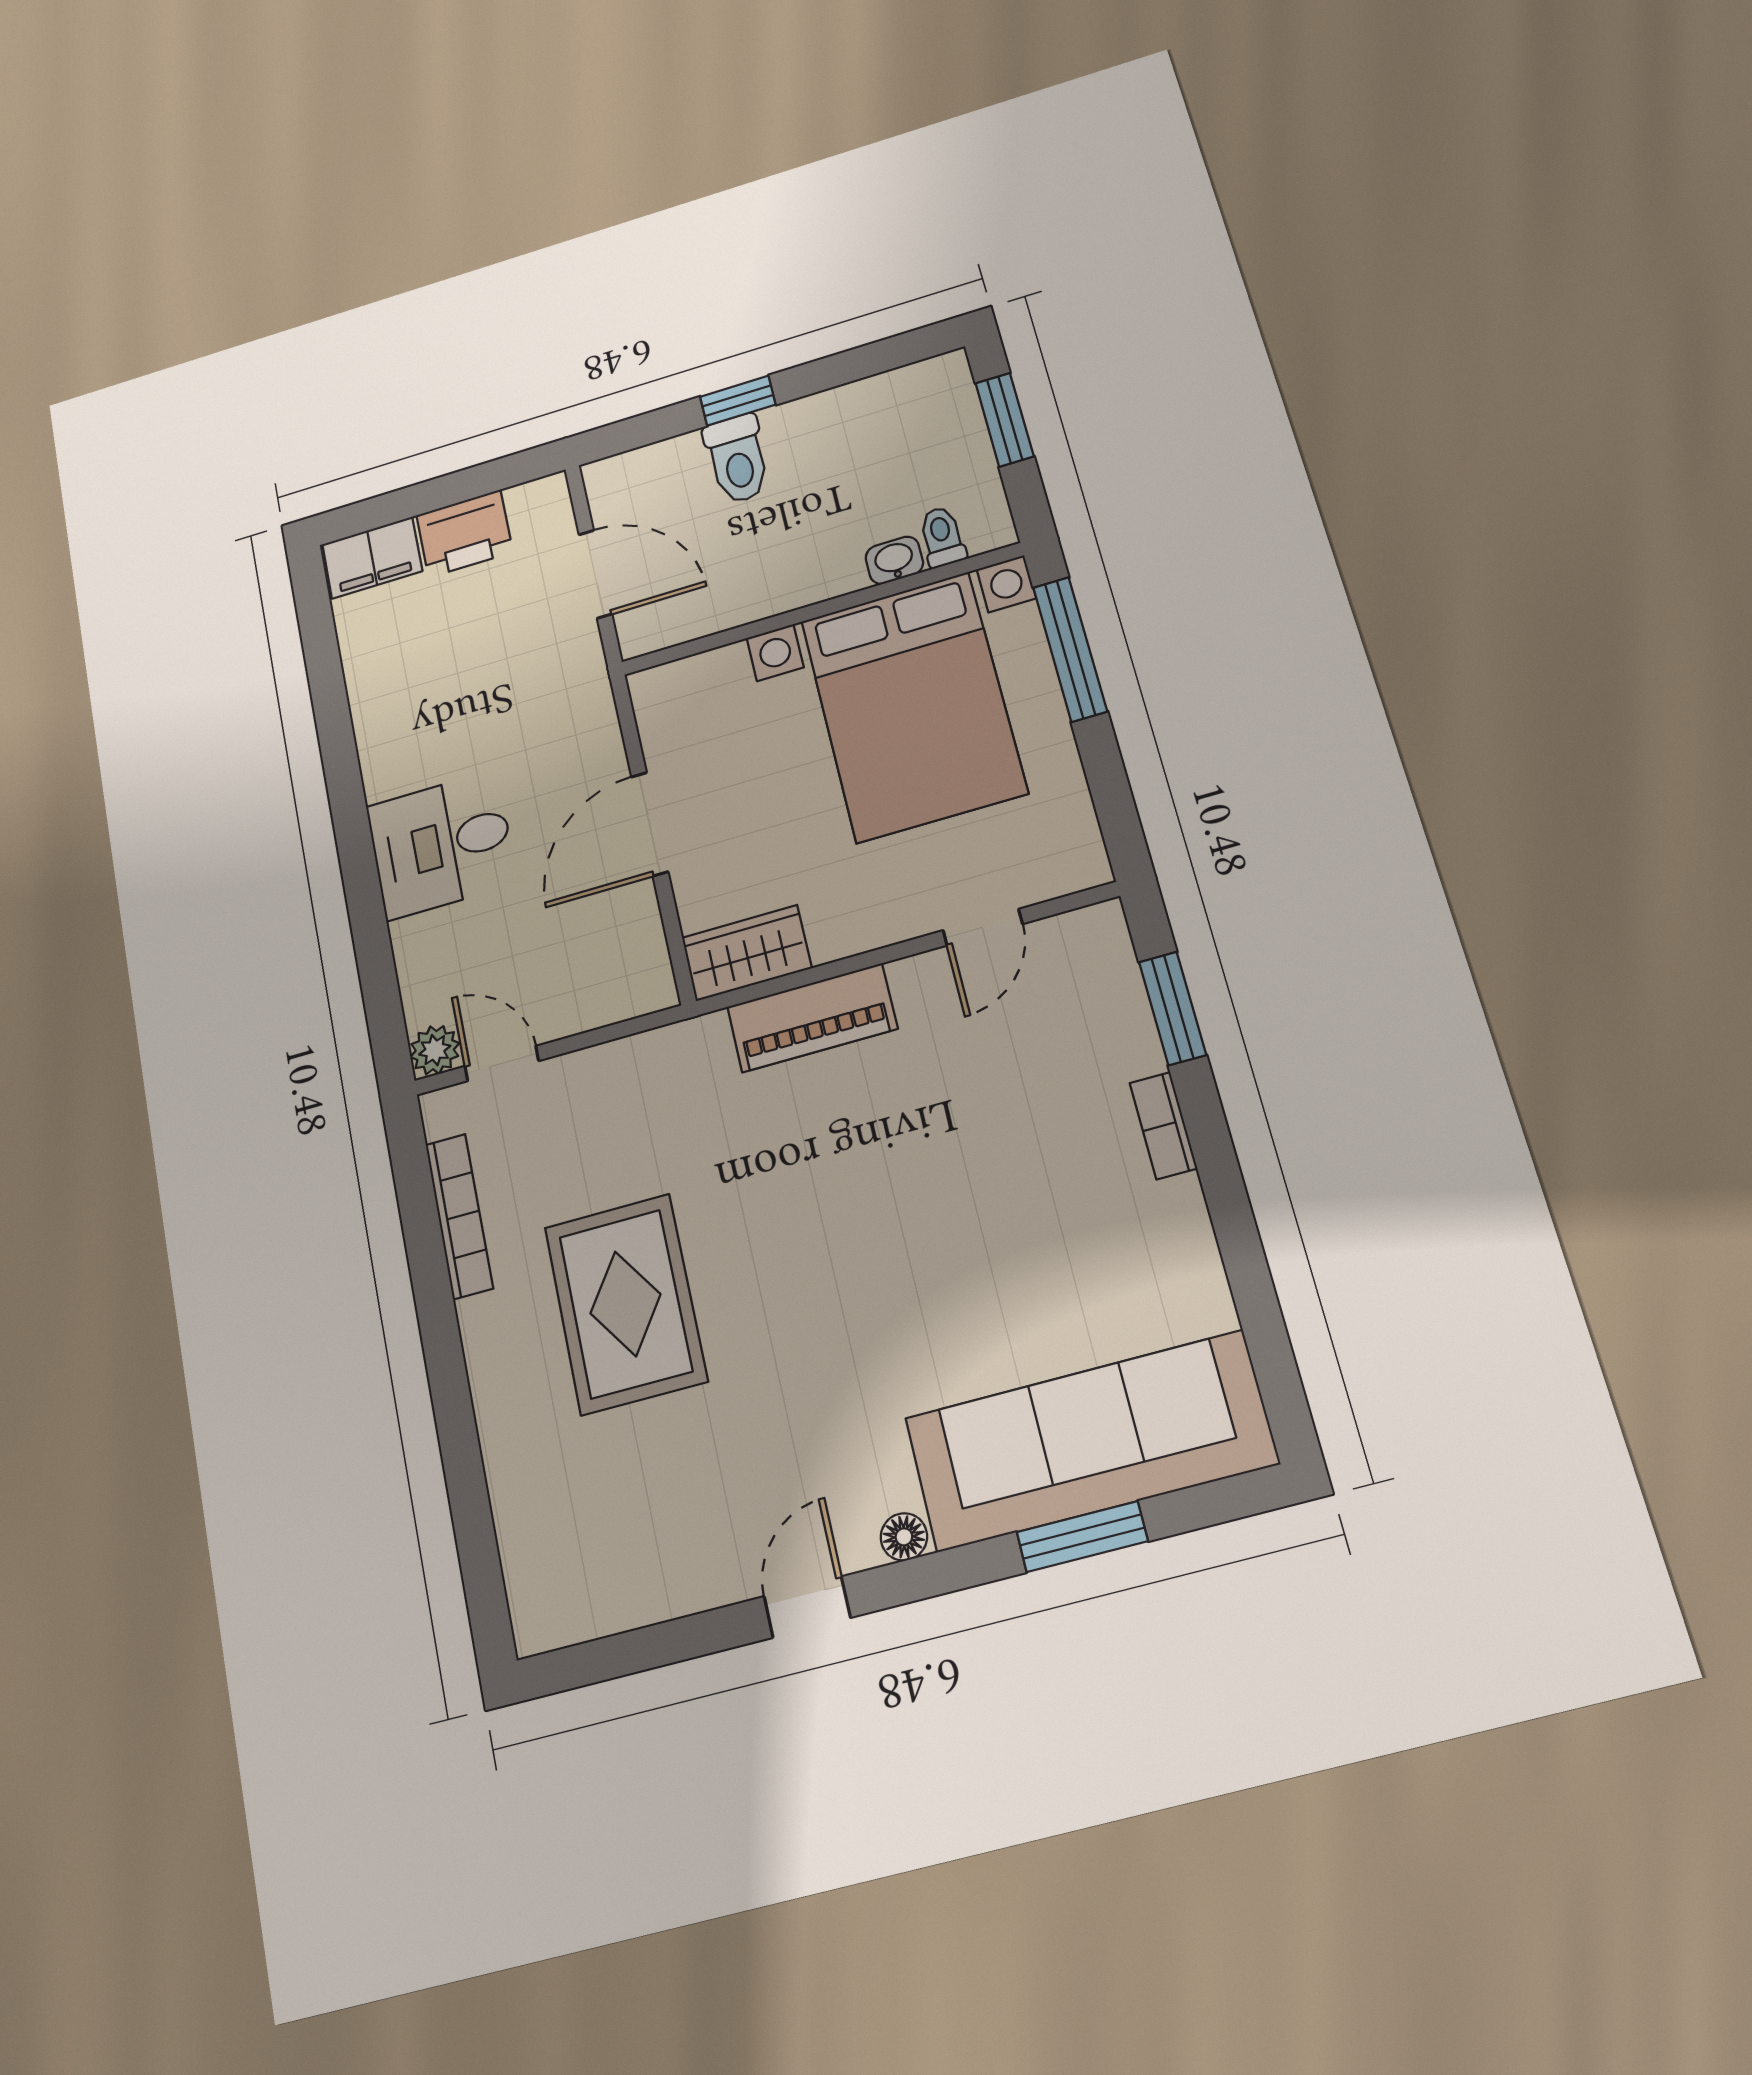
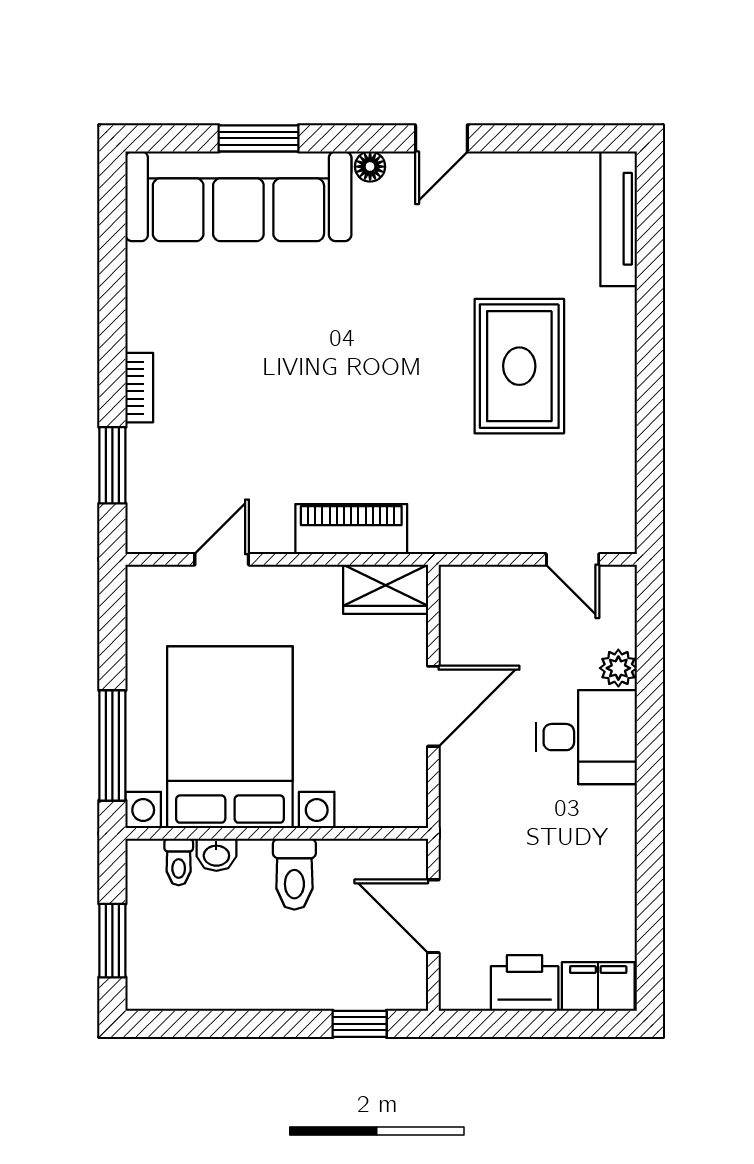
window: (738, 401) -> (360, 1024), moved
toilet: (737, 459) -> (294, 874), moved, turned 180
plant: (435, 1050) -> (618, 668), moved
bookcase: (459, 1216) -> (622, 458), removed
tv unit: (525, 1553) -> (619, 219), added

